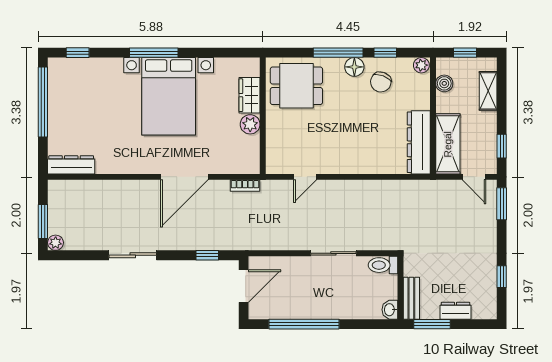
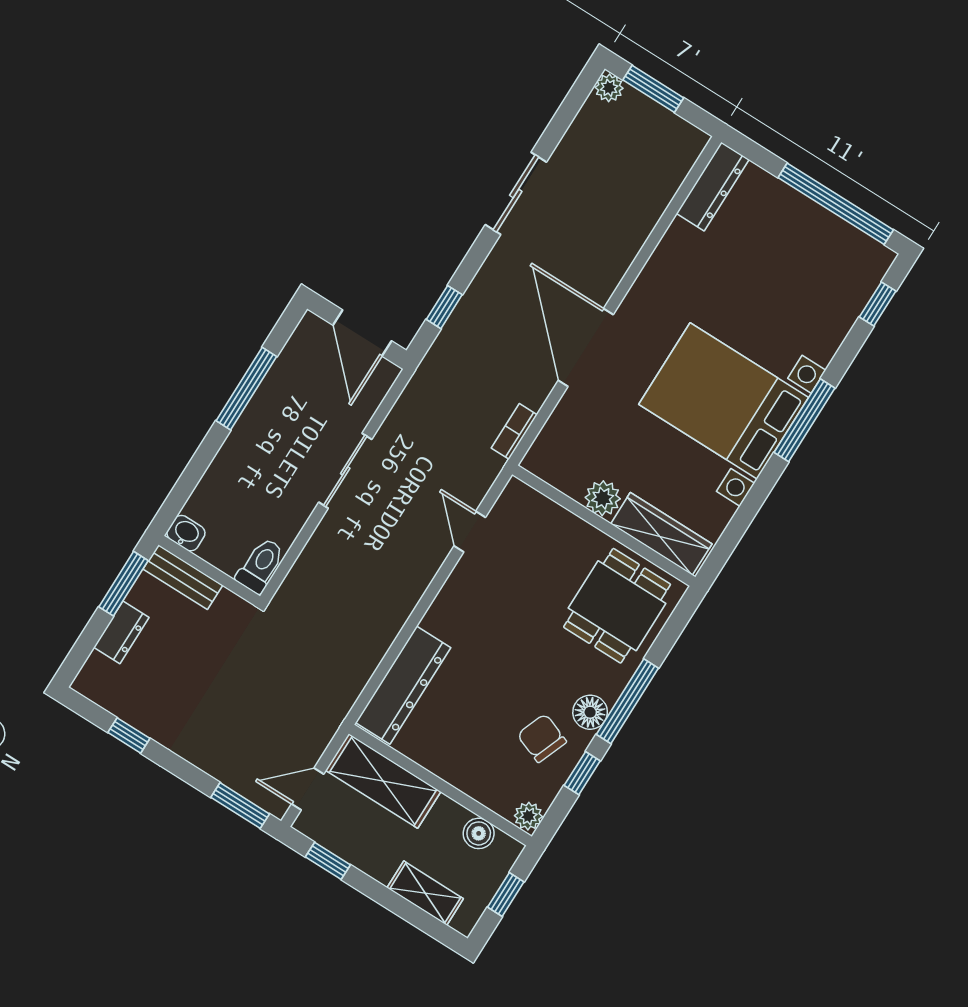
wardrobe: (250, 95) -> (661, 534), width x1.50
dresser: (419, 142) -> (403, 685), moved, turned 90
sliding door: (333, 253) -> (345, 471), moved
window: (304, 324) -> (246, 389), width x0.68

